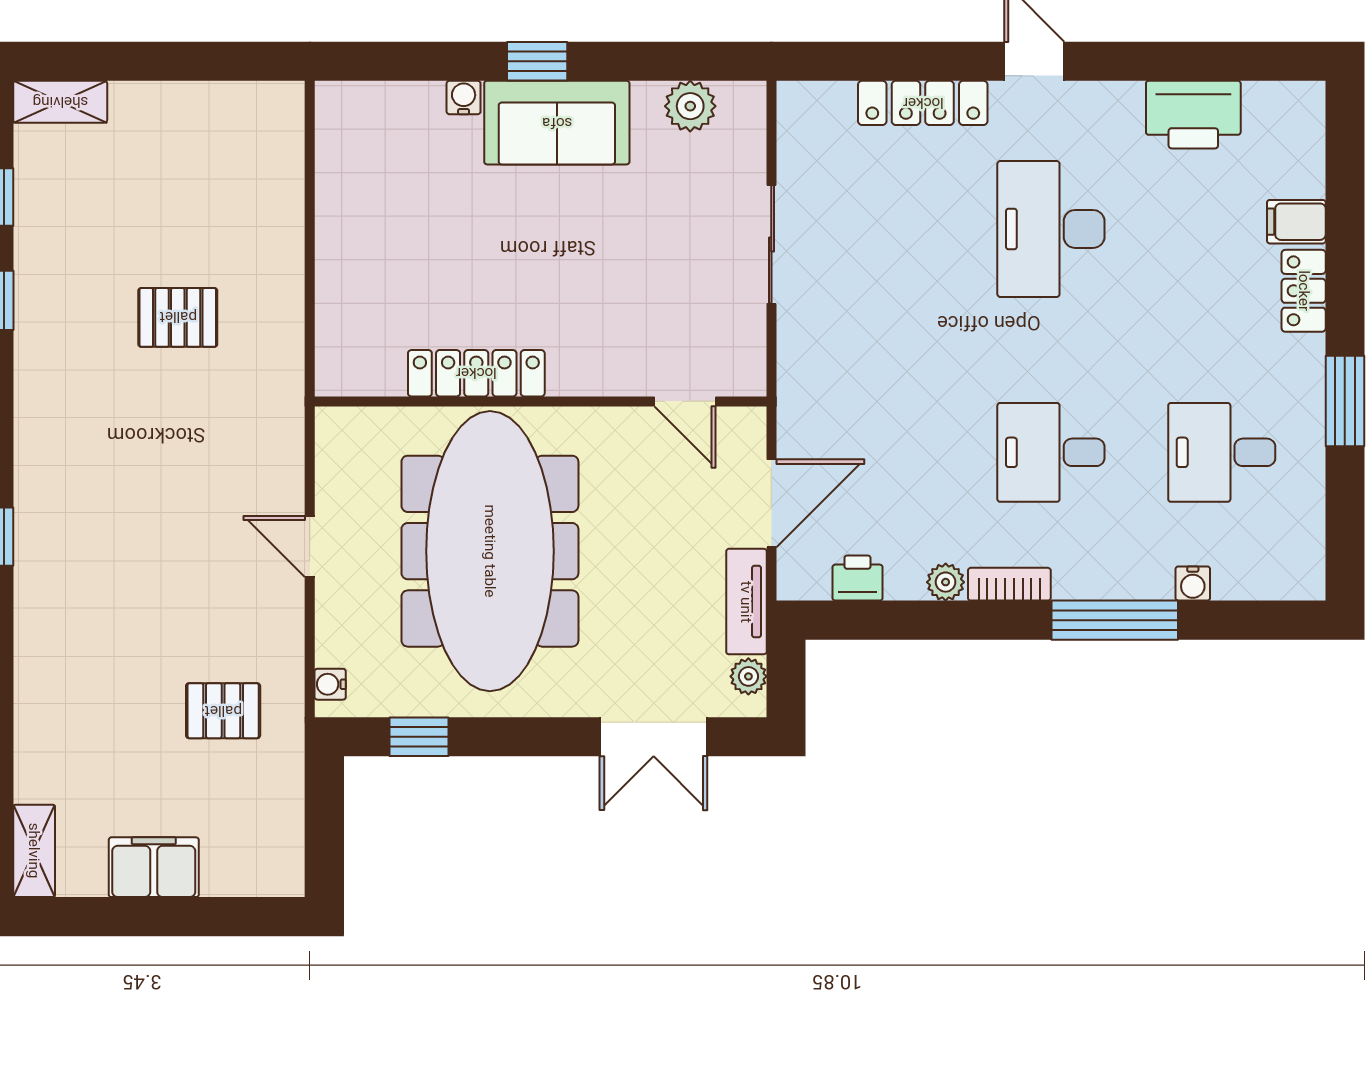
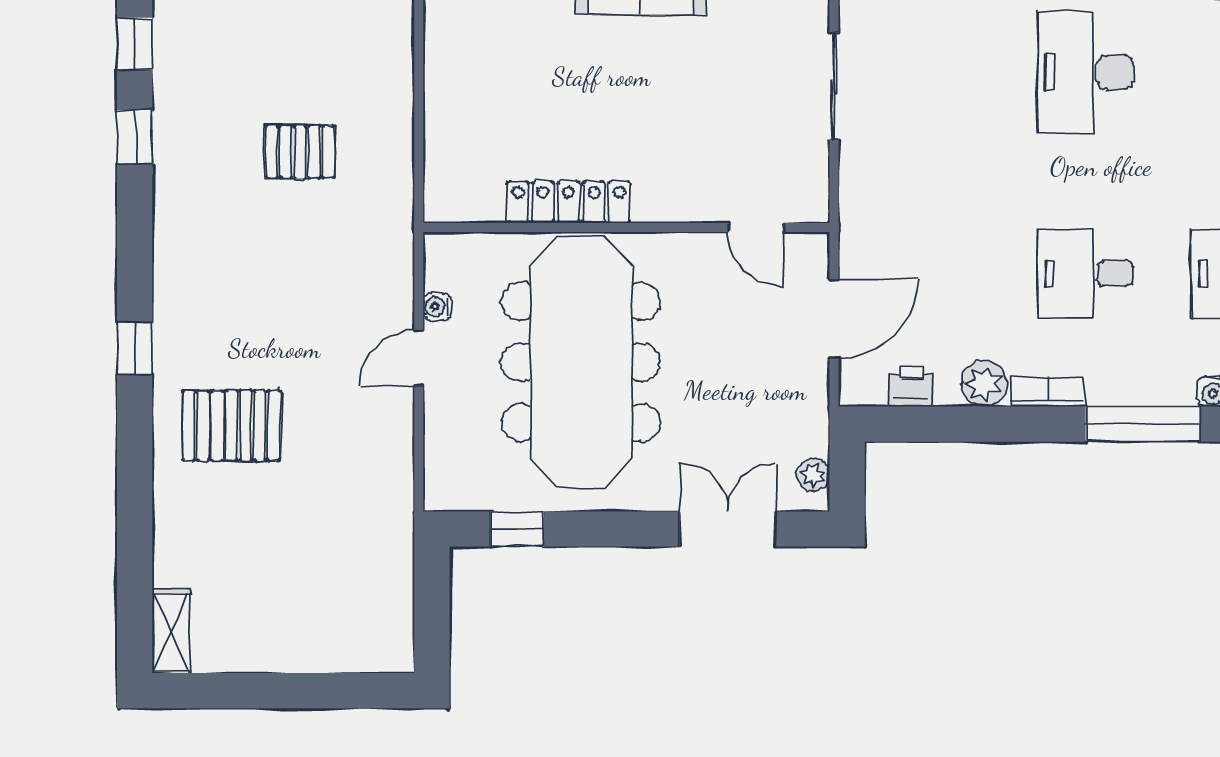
door: (310, 546) -> (419, 358), hinge flipped
plant: (946, 582) -> (984, 384), width x1.38, depth x1.38
tv unit: (746, 602) -> (811, 407), removed
water cooler: (330, 684) -> (437, 307), moved
pallet: (223, 711) -> (231, 426), moved, width x1.50, depth x1.42
double door: (654, 737) -> (728, 529), swing flipped
filing cabinet: (154, 867) -> (279, 646), removed

